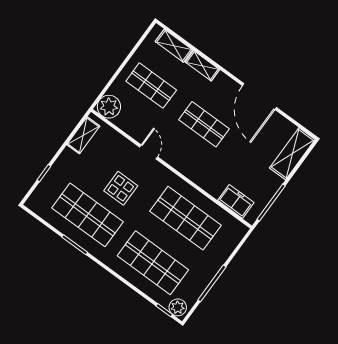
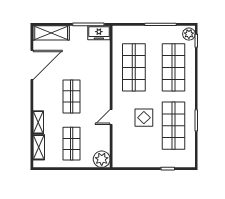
door: (259, 97) -> (32, 65), moved
shelving: (83, 135) -> (129, 162), removed
freezer: (236, 201) -> (99, 33), moved, turned -90

